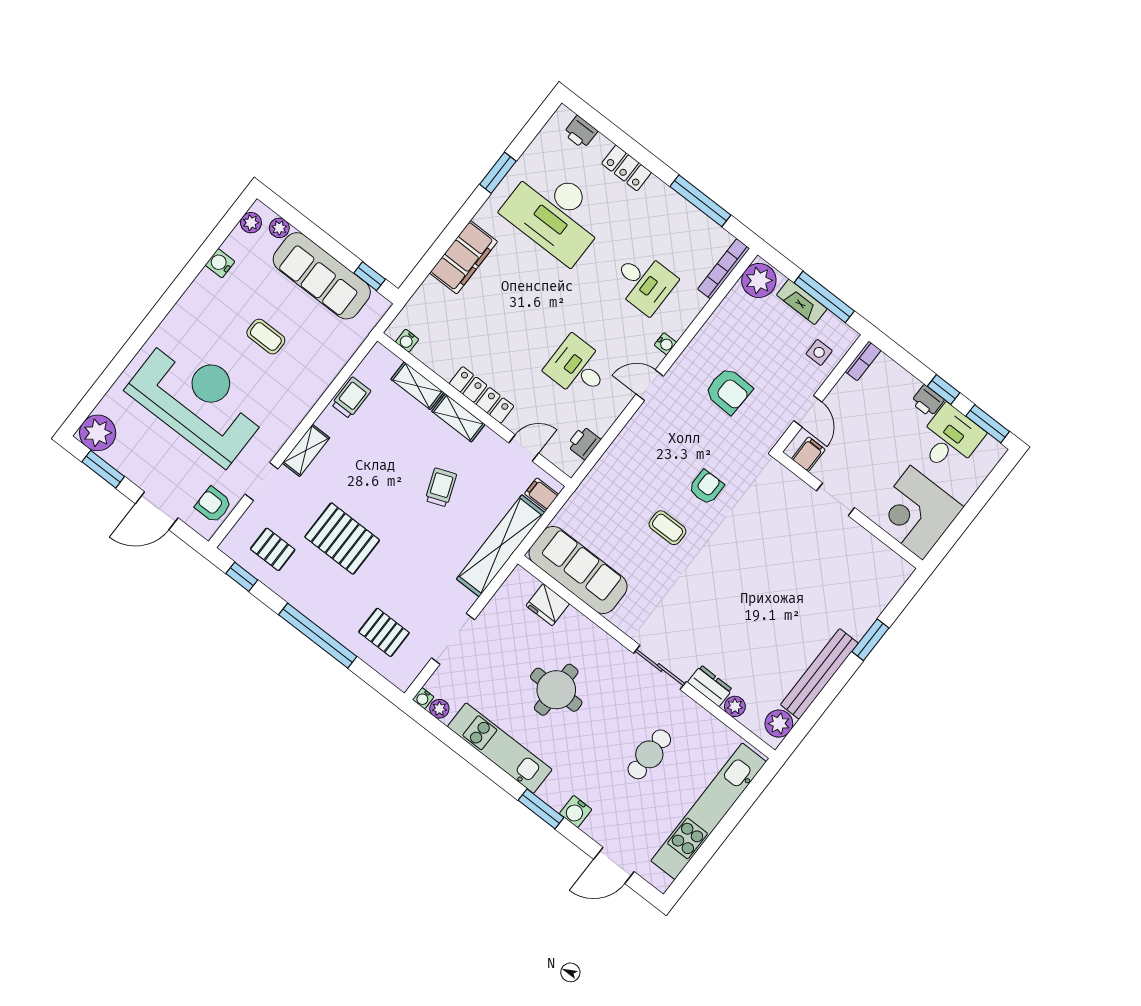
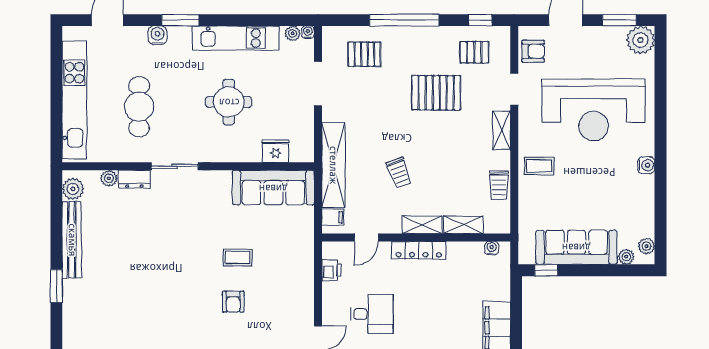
water cooler: (220, 263) -> (646, 165), moved
coffee table: (266, 337) -> (539, 166), moved
cafe table: (649, 754) -> (139, 107), width x1.37, depth x1.35

